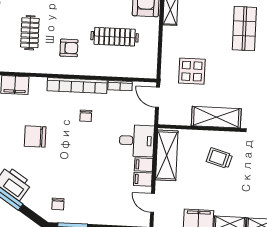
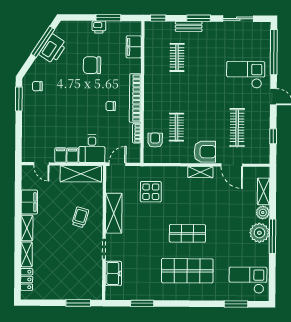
clothes rail: (30, 33) -> (177, 57), turned 90
clothes rail: (115, 37) -> (177, 127), width x0.73
armchair: (69, 48) -> (155, 140), moved, turned 180
door: (158, 97) -> (118, 164), moved
chair: (35, 137) -> (92, 65), turned -90
door: (153, 203) -> (41, 164), swing flipped

